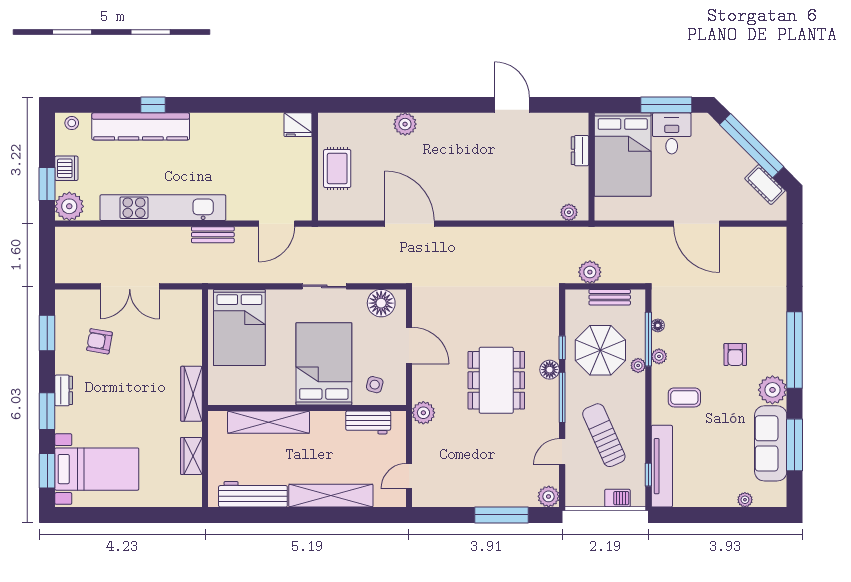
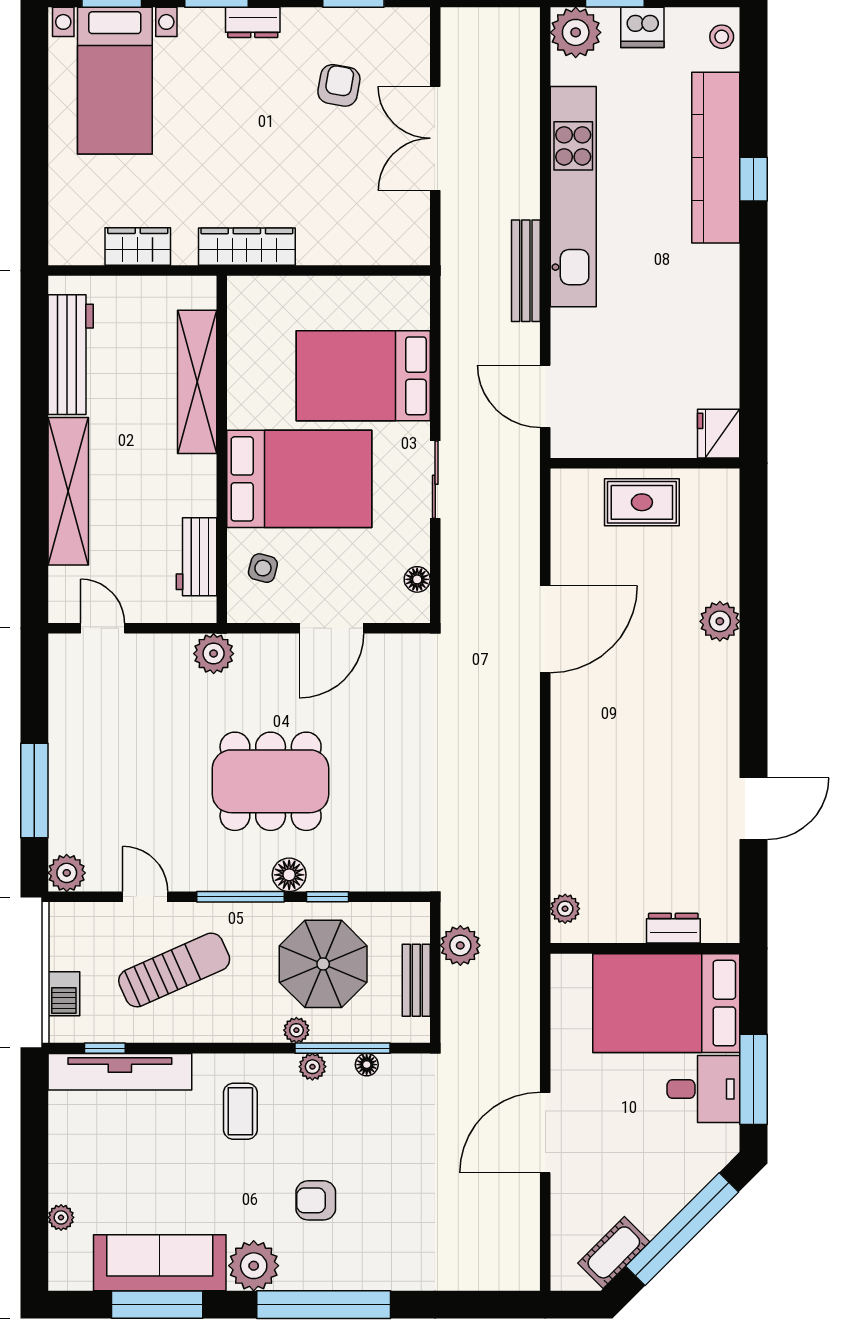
bench: (213, 235) -> (526, 271), width x1.36
floor lamp: (381, 303) -> (417, 579), width x0.53, depth x0.53
bed: (239, 327) -> (363, 376), moved

